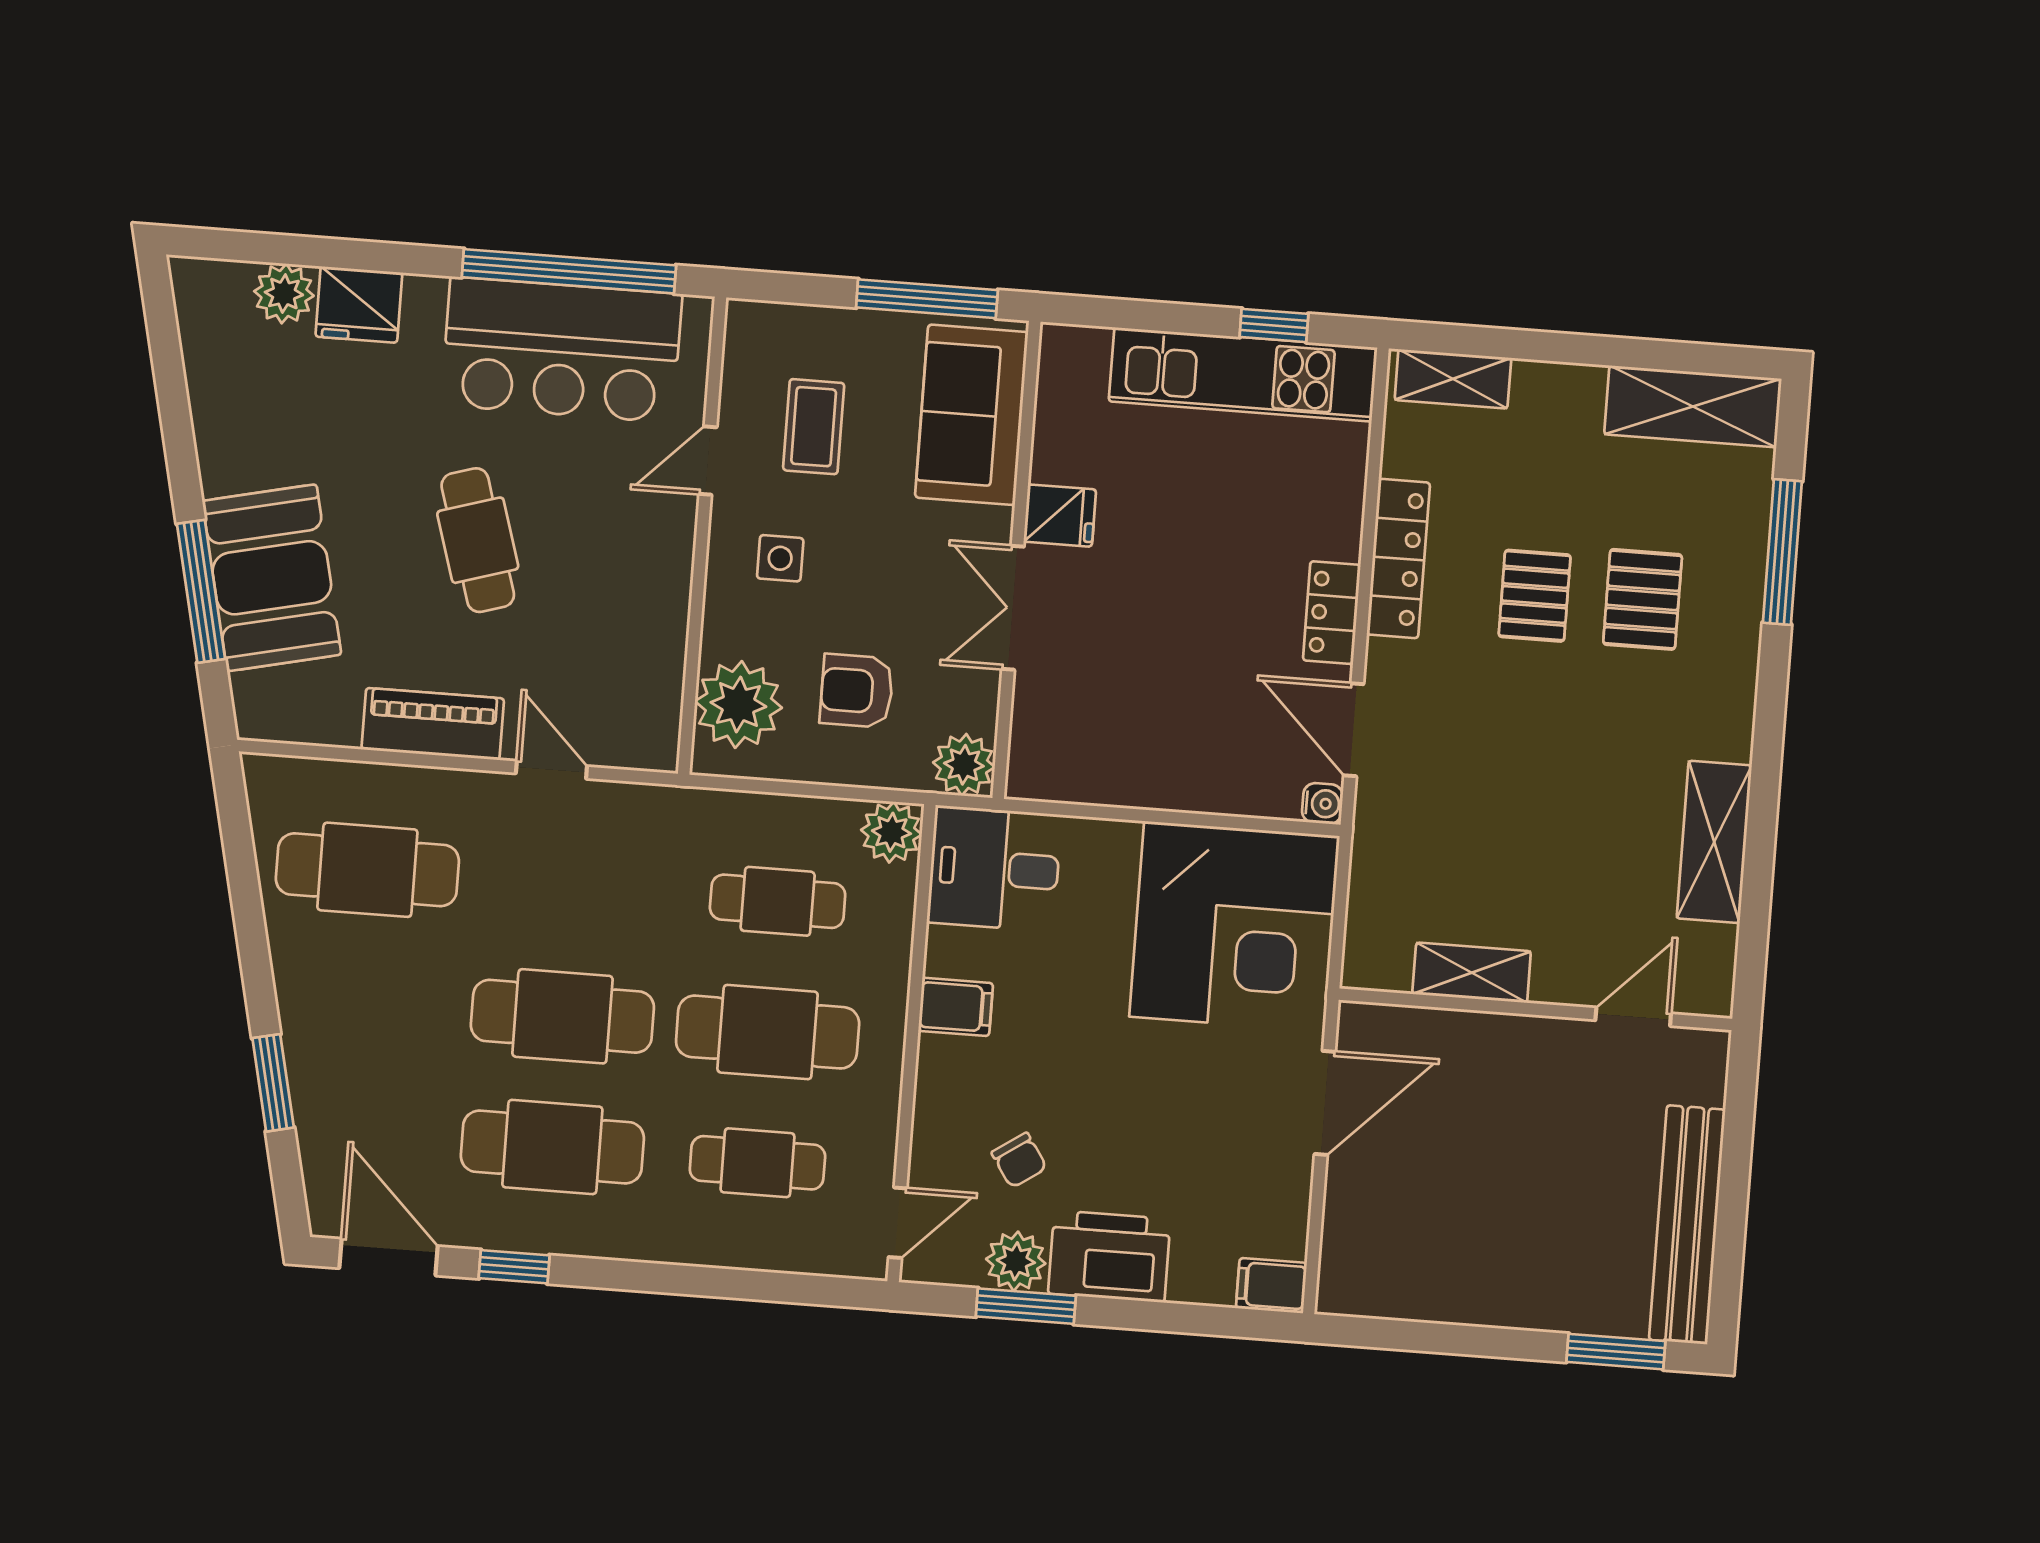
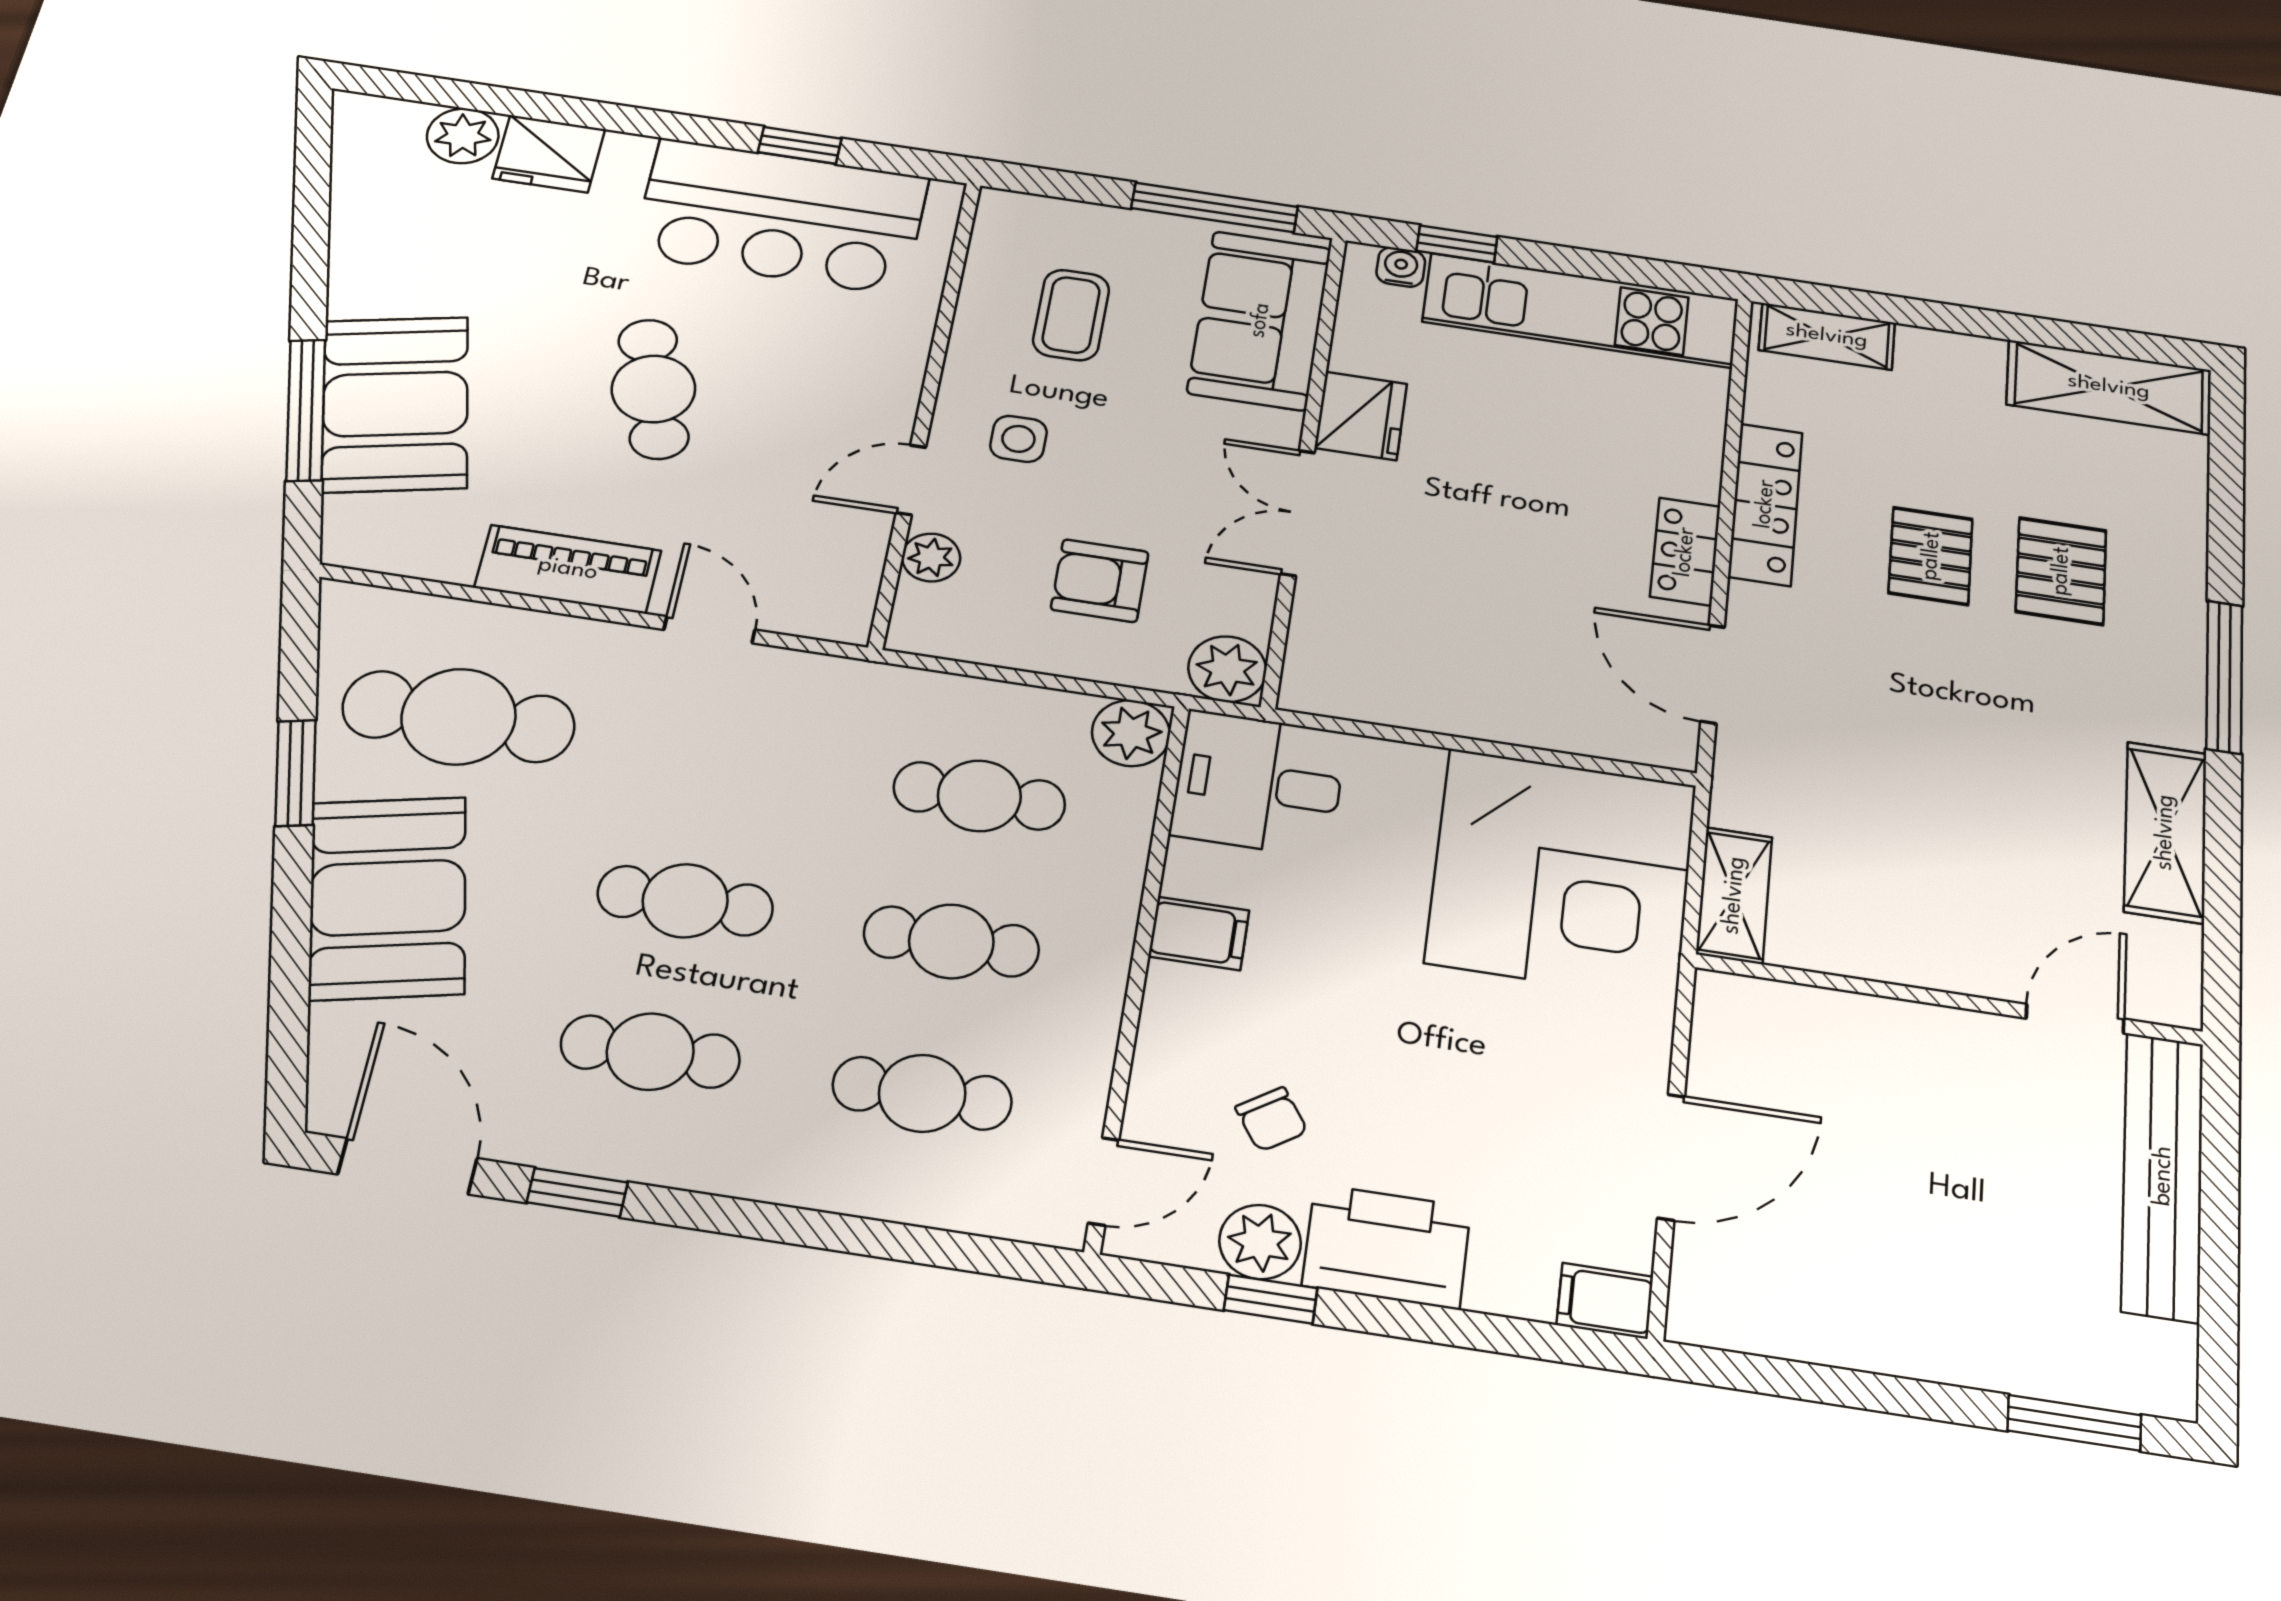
window: (569, 271) -> (800, 145), width x0.32
window: (1274, 325) -> (1457, 244), moved
door: (708, 461) -> (911, 480), moved
fridge: (1060, 516) -> (1361, 416), width x1.38
window: (1782, 552) -> (2224, 677), moved
plant: (738, 704) -> (931, 557), width x0.53, depth x0.53
water cooler: (1322, 804) -> (1401, 267), moved, turned -90
shelving: (1472, 973) -> (1734, 895), moved, turned 90
cafe table: (562, 1016) -> (685, 901), width x0.73, depth x0.74
cafe table: (768, 1032) -> (951, 941), width x0.73, depth x0.74
booth: (339, 1035) -> (388, 898), added
window: (273, 1083) -> (296, 773), moved
door: (1325, 1103) -> (1671, 1157), moved
cafe table: (552, 1147) -> (650, 1052), width x0.73, depth x0.74
bench: (1687, 1225) -> (2163, 1176), moved
window: (1026, 1306) -> (1271, 1299), width x0.67

